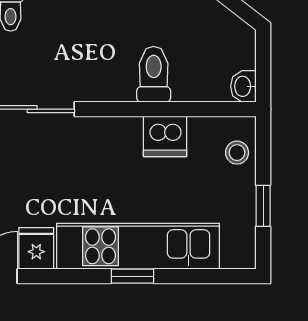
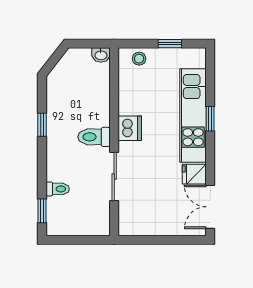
toilet: (154, 74) -> (94, 137), moved
dishwasher: (165, 136) -> (130, 128), moved

